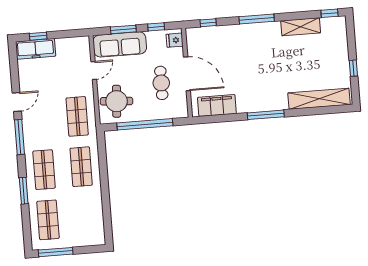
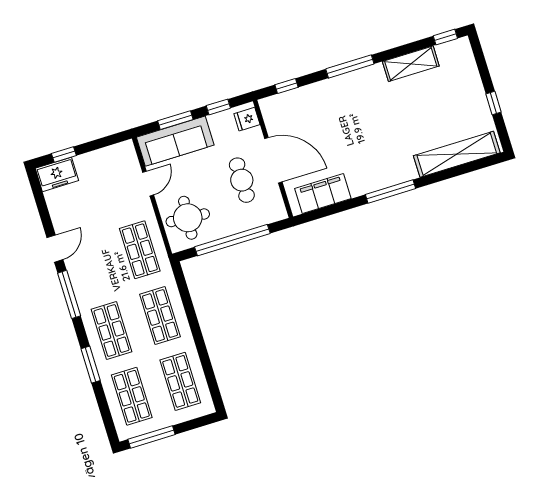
freezer: (36, 49) -> (57, 174), width x0.71
shop shelf: (85, 217) -> (180, 381), added

